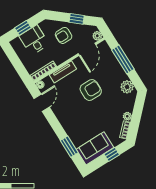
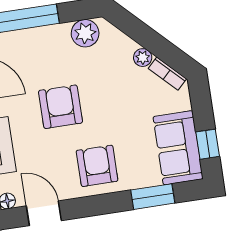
armchair: (72, 117) -> (97, 166), added
window: (112, 154) -> (208, 144), moved

